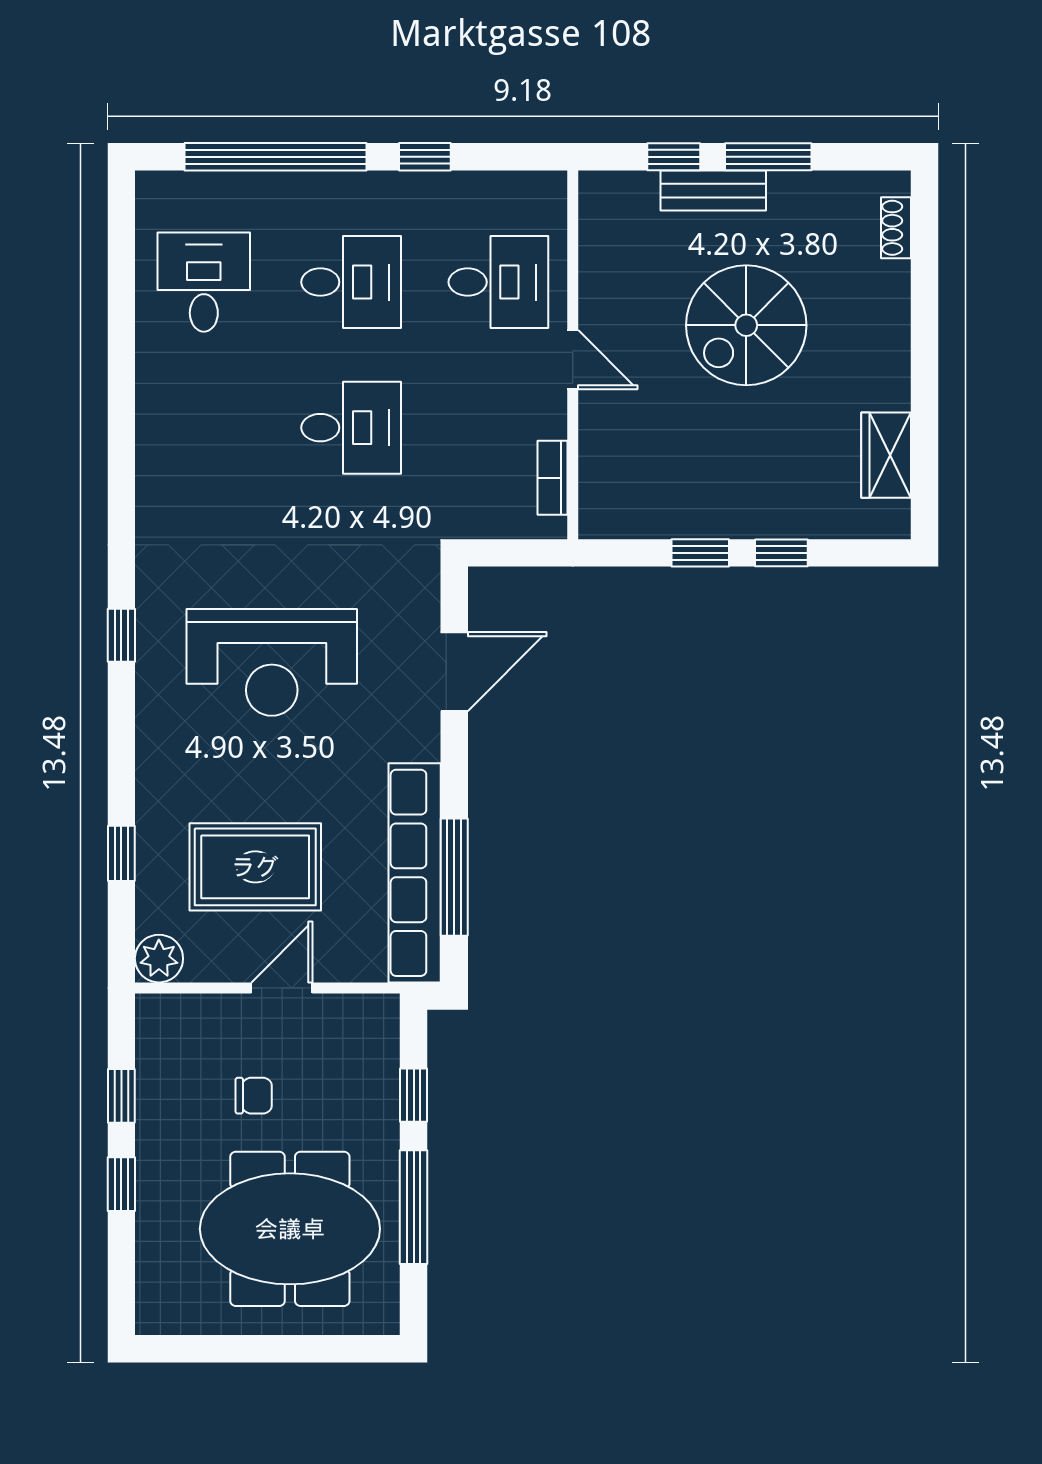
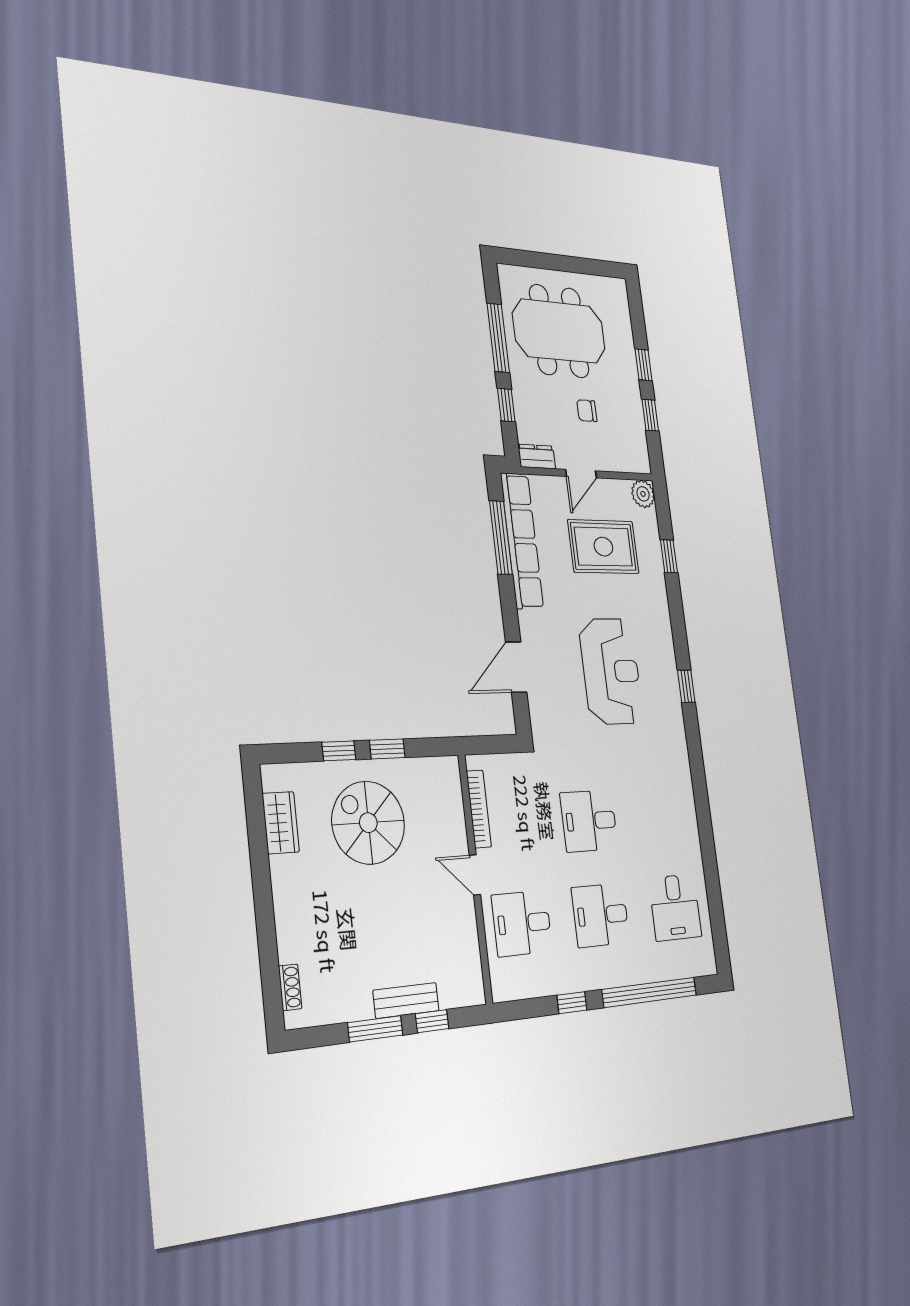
spiral stairs: (746, 325) -> (368, 823), moved, turned -90
bookcase: (552, 478) -> (479, 809), width x1.56
reception desk: (272, 662) -> (611, 671), turned 90
dresser: (366, 1012) -> (537, 457), added

